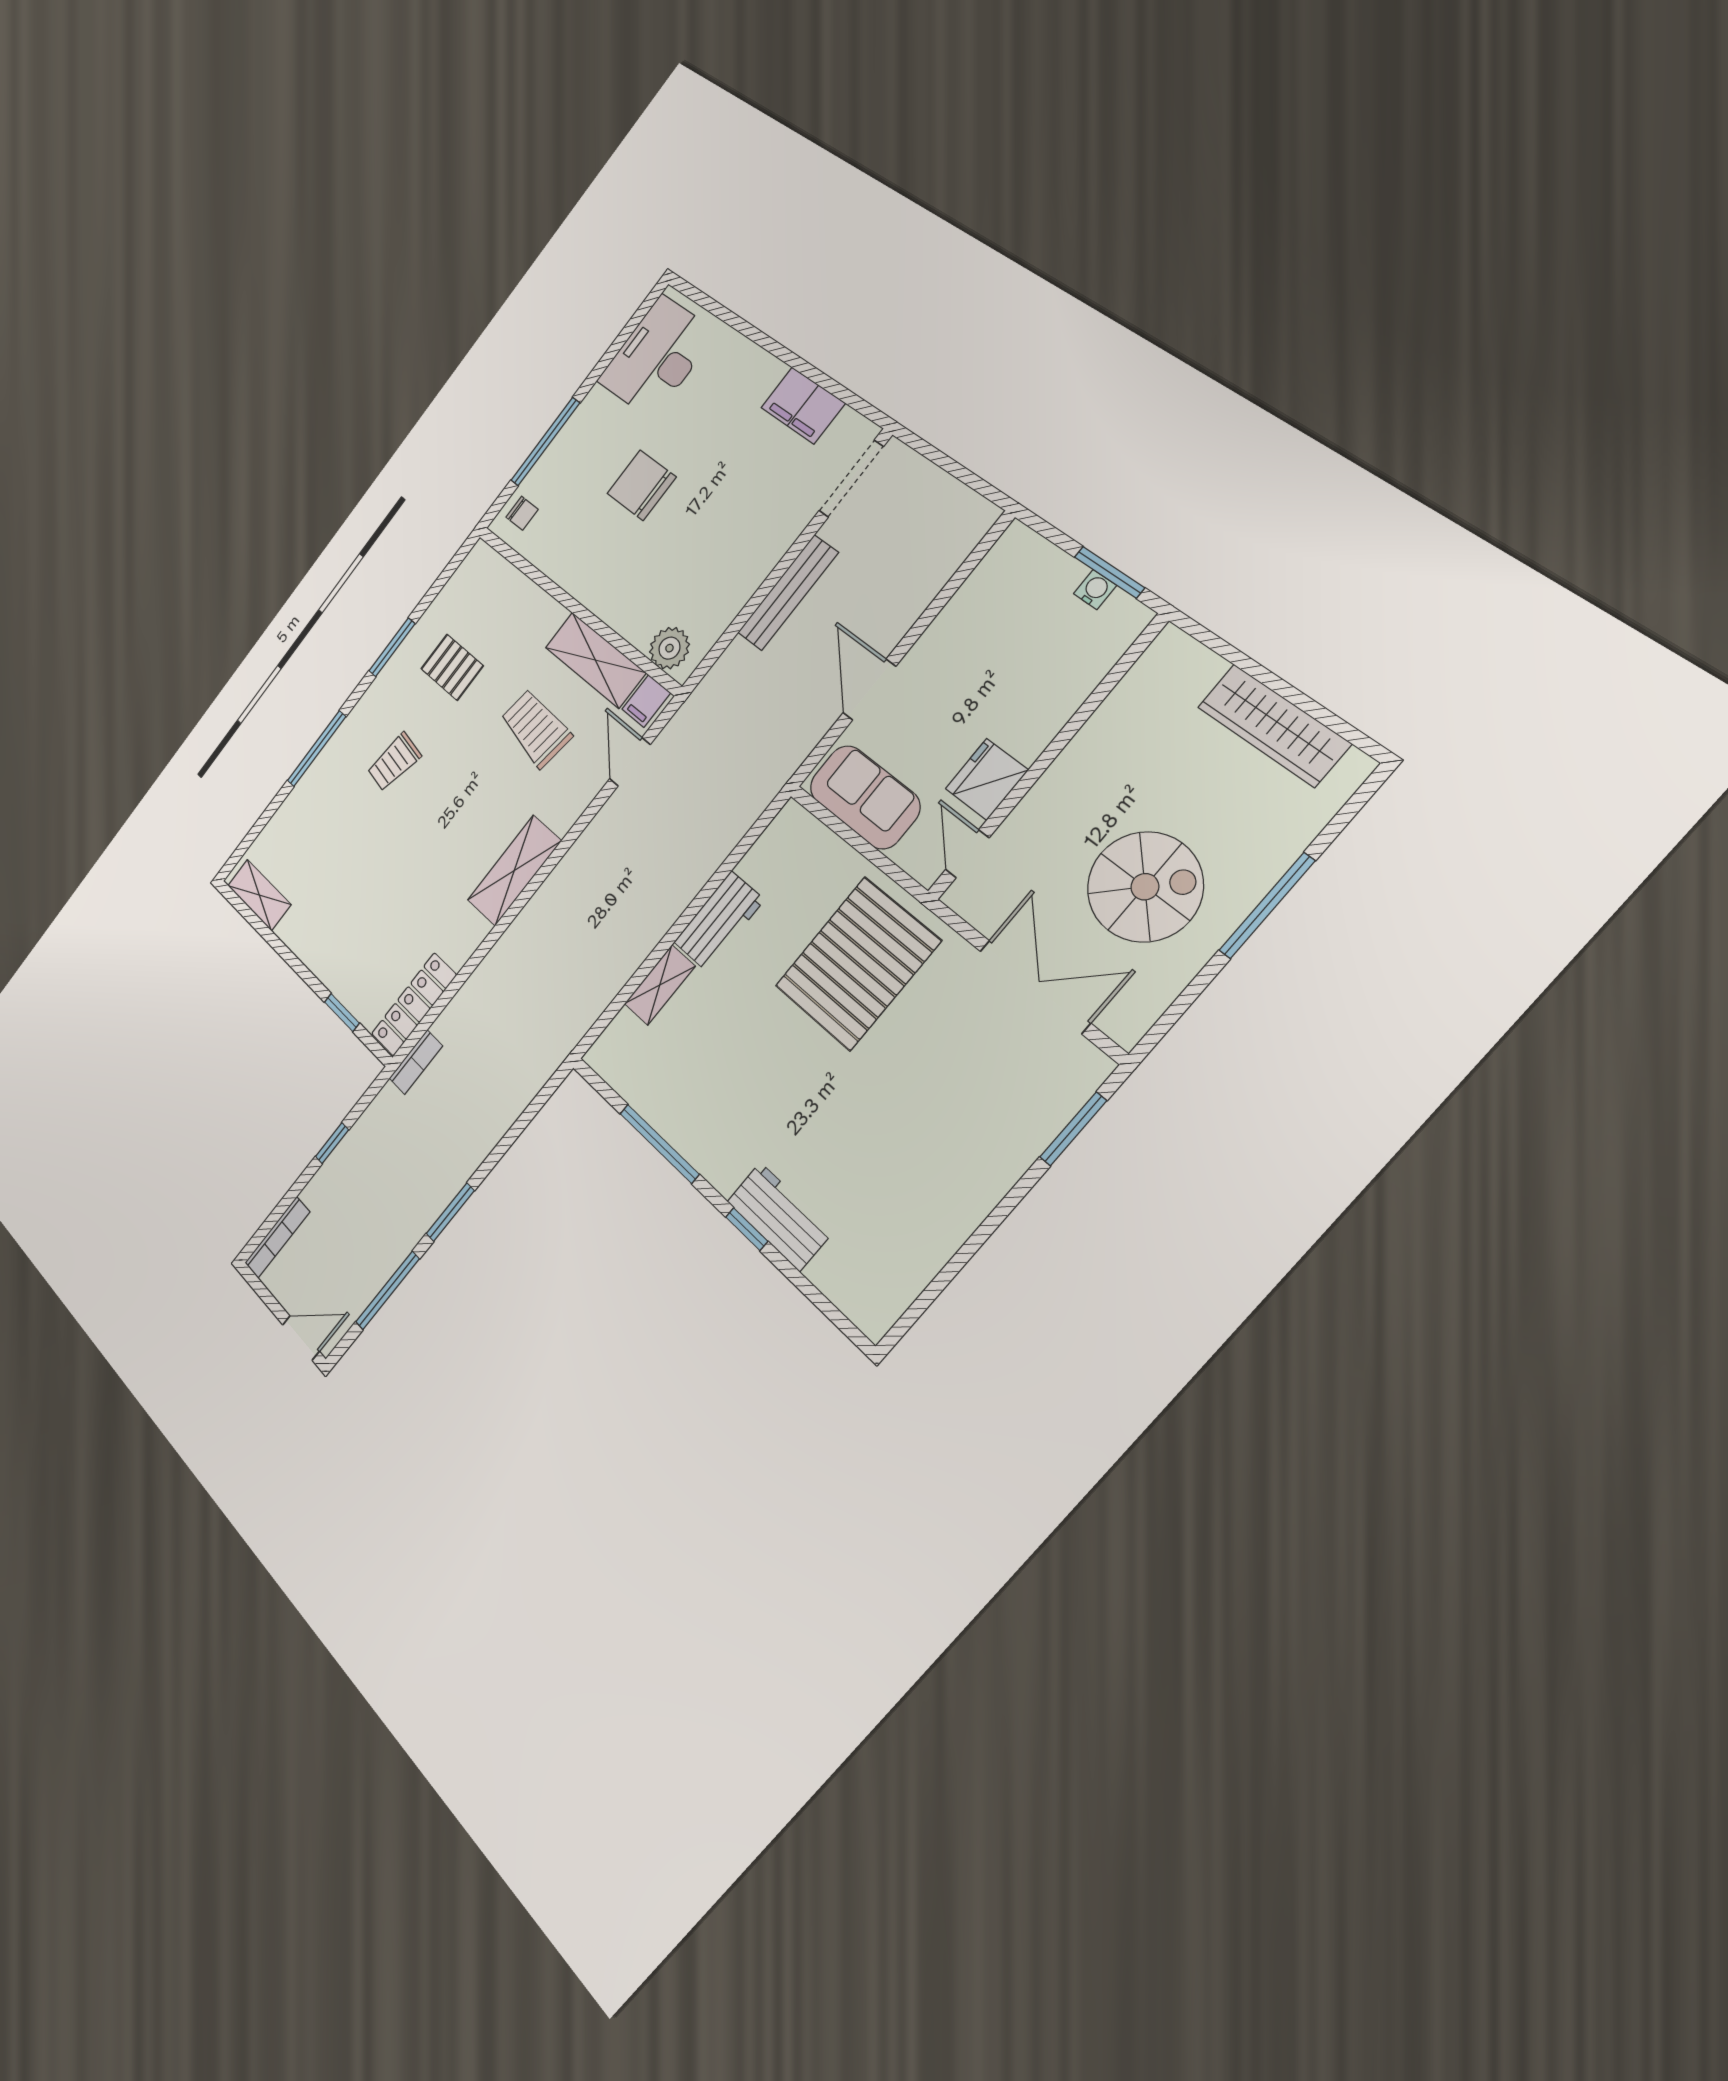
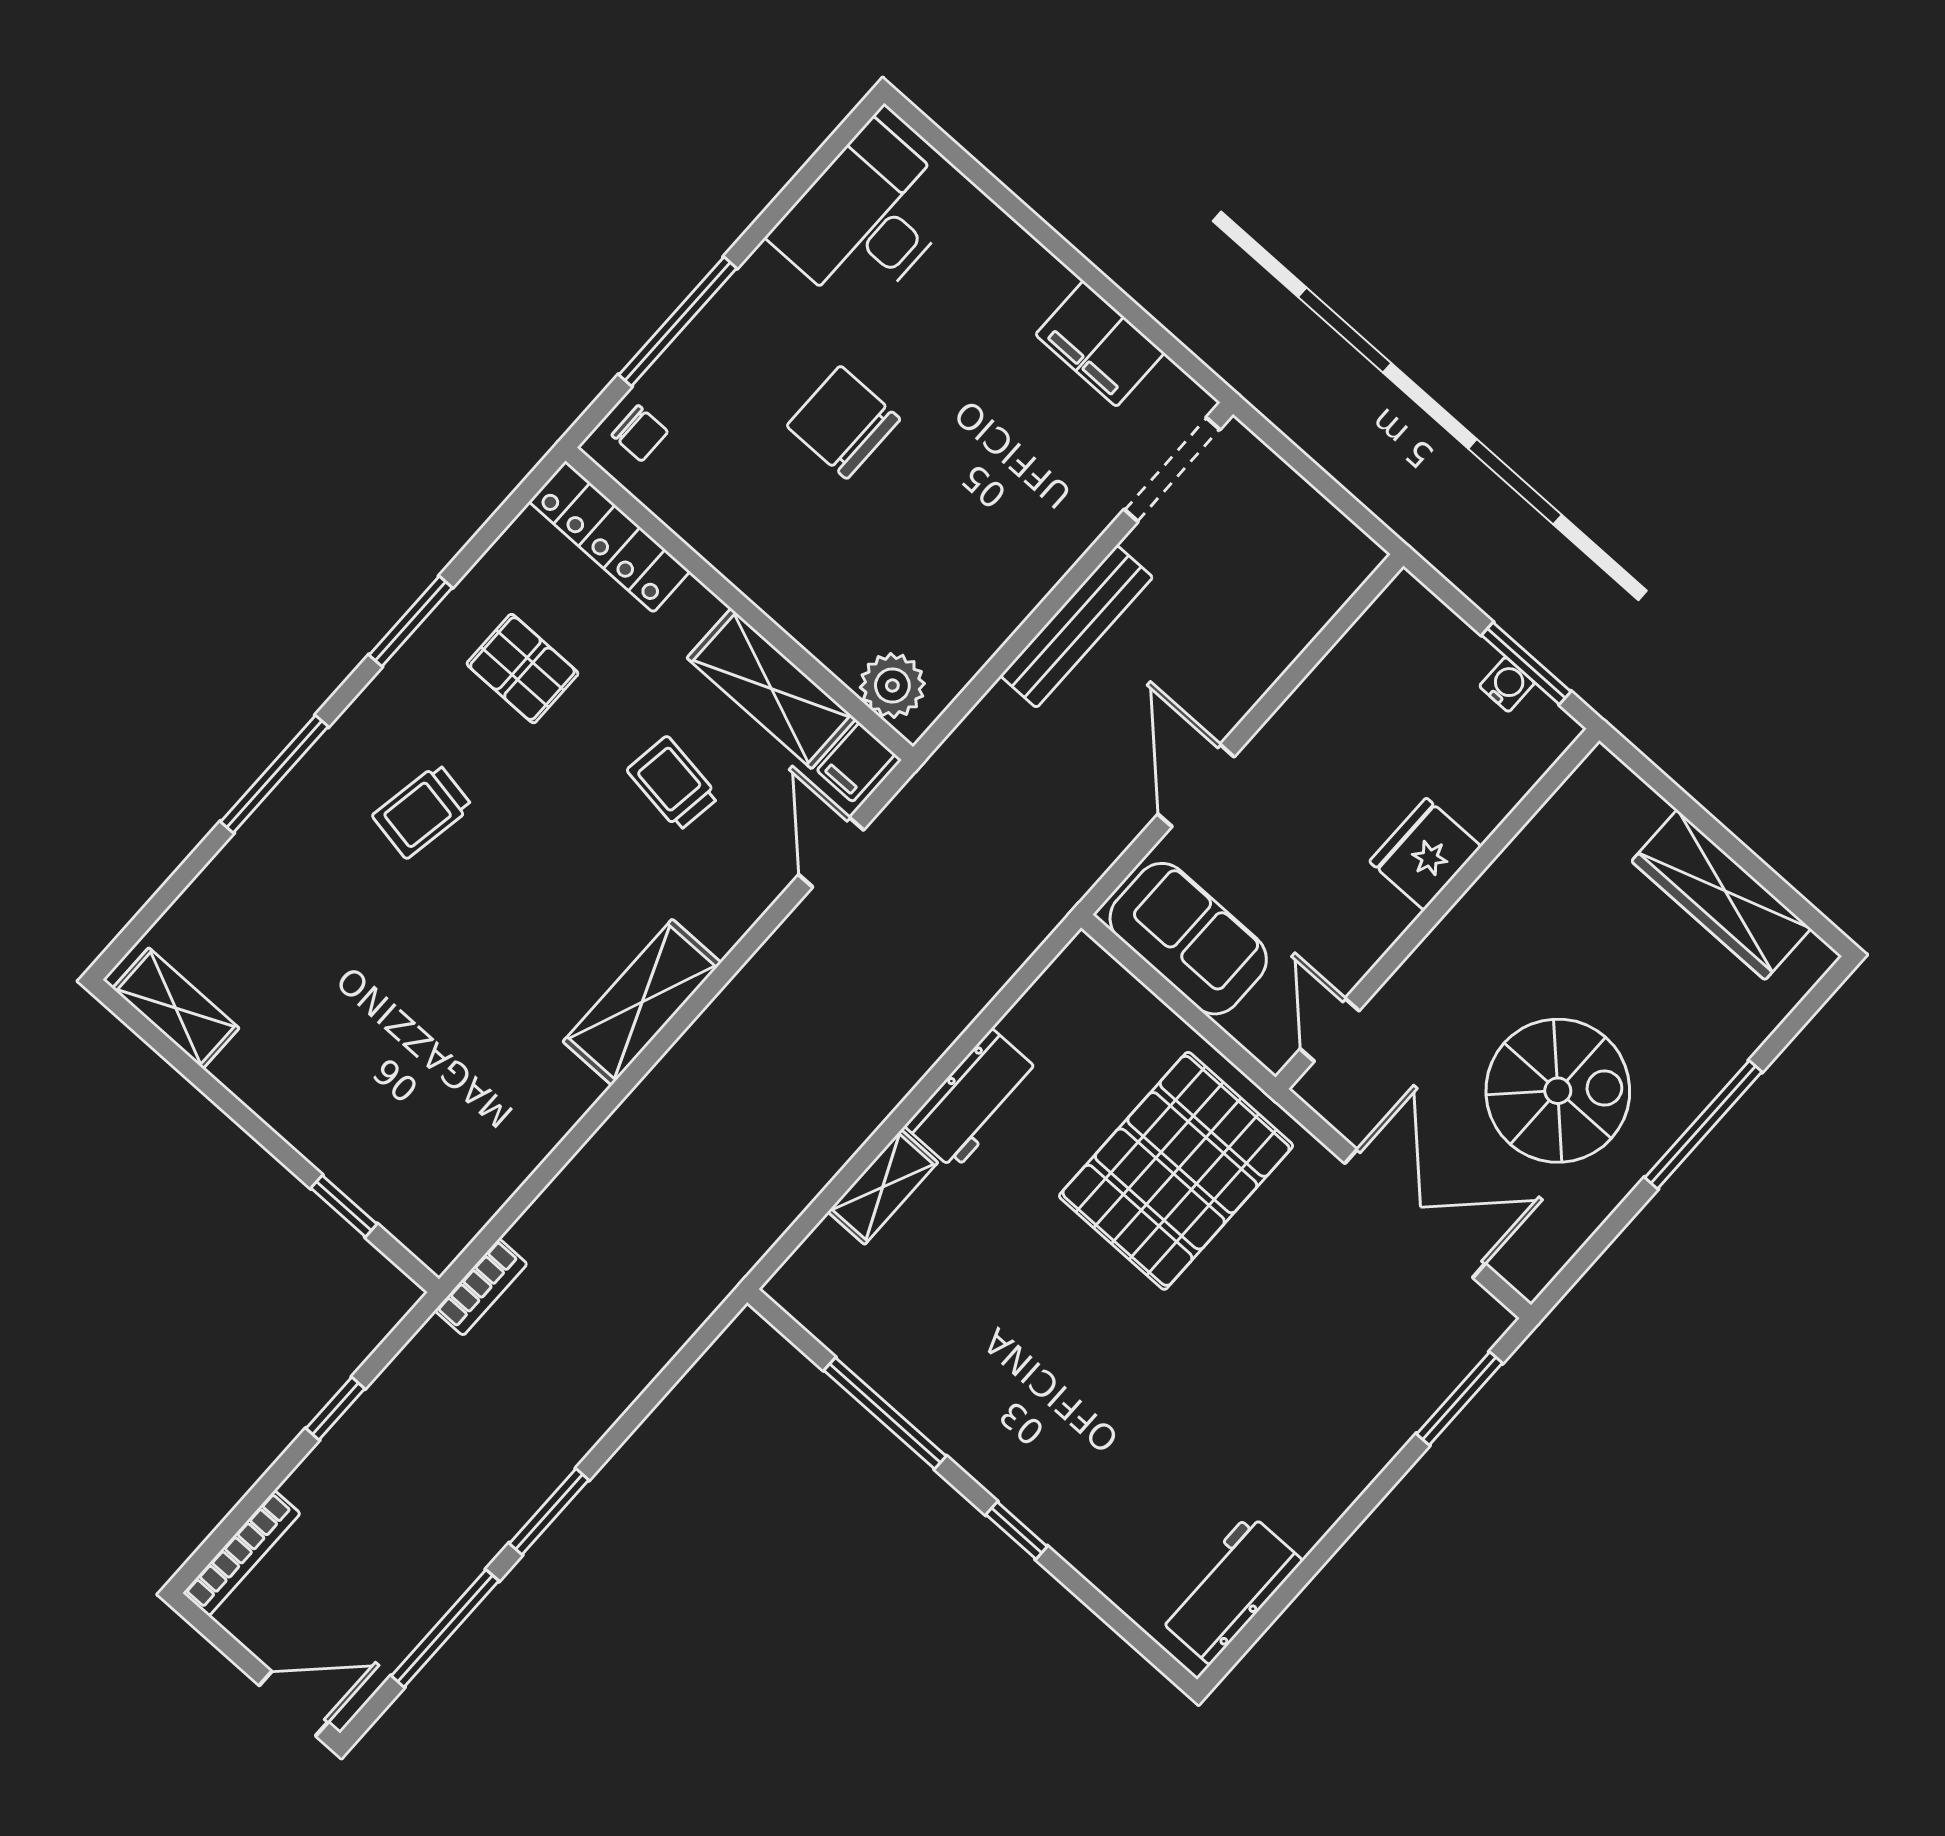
trolley: (536, 728) -> (673, 783), width x0.73, depth x0.72
fridge: (987, 779) -> (1425, 854), moved
locker: (414, 1004) -> (609, 537), moved, turned -90
workbench: (780, 1216) -> (1230, 1589), moved, turned -90

